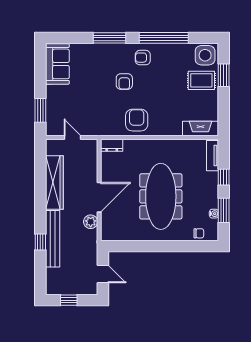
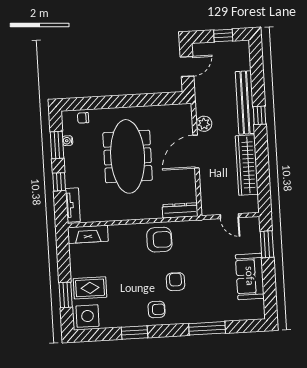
window: (109, 38) -> (207, 328), moved
window: (164, 38) -> (135, 333), width x0.47
sofa: (57, 64) -> (250, 276), moved
armchair: (137, 120) -> (159, 240), turned -90
dresser: (112, 145) -> (180, 210), width x1.44
window: (40, 242) -> (259, 115), moved
door: (103, 274) -> (187, 67), swing flipped

